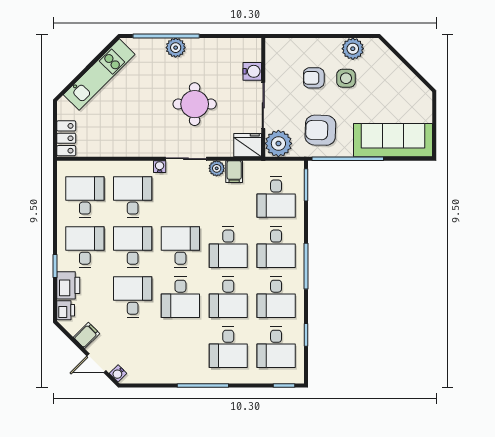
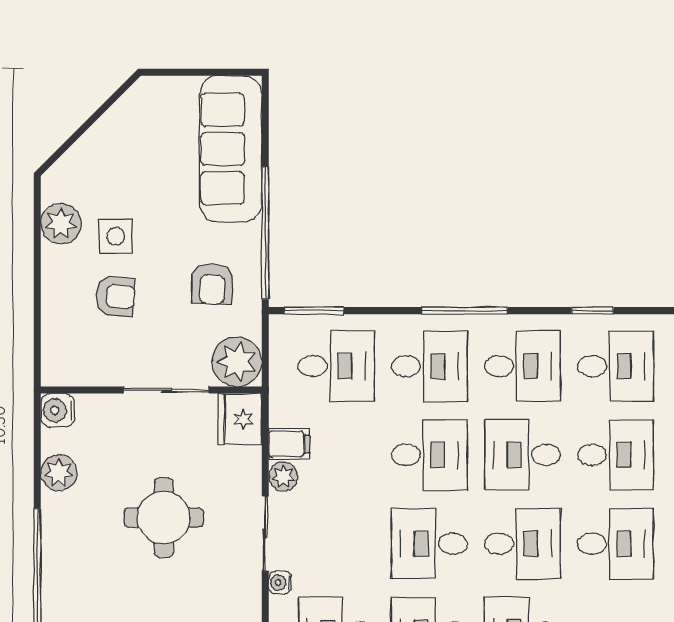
plant: (176, 48) -> (59, 473), moved
water cooler: (252, 71) -> (58, 410), moved, turned -90
armchair: (314, 78) -> (115, 296), turned -86
armchair: (320, 130) -> (212, 284), width x0.72, depth x0.72
desk: (228, 297) -> (523, 455), turned 180
desk: (180, 347) -> (616, 544), added

